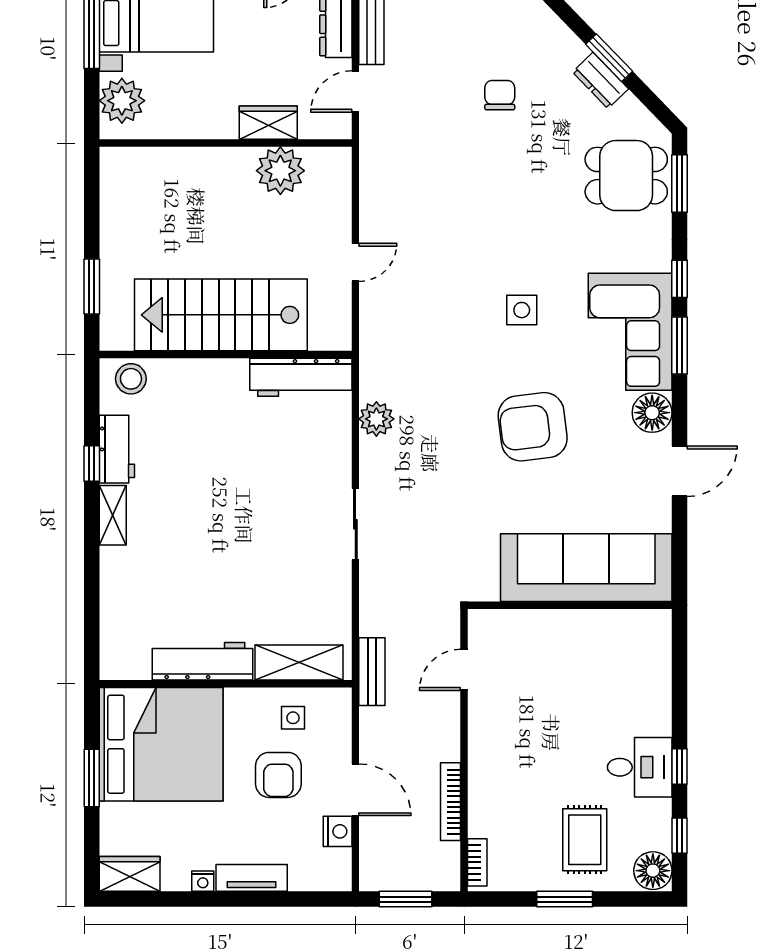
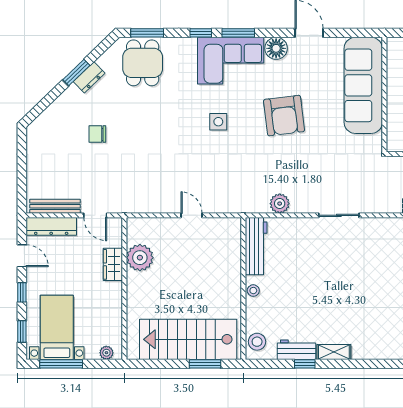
plant: (122, 101) -> (106, 353), width x0.53, depth x0.53
stairs: (221, 315) -> (188, 339), moved, turned 90
stool: (222, 372) -> (253, 291), added

